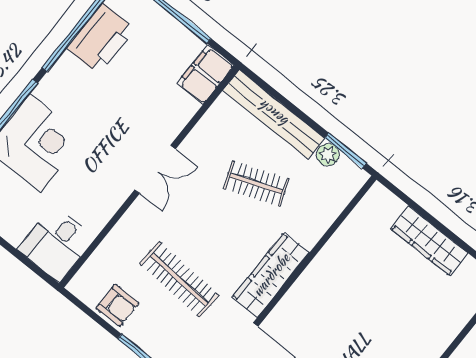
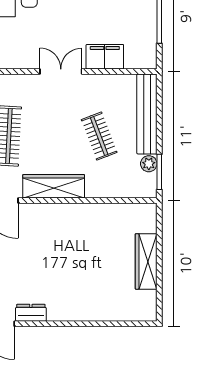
filing cabinet: (205, 75) -> (105, 57), moved
double door: (155, 169) -> (61, 71), swing flipped

